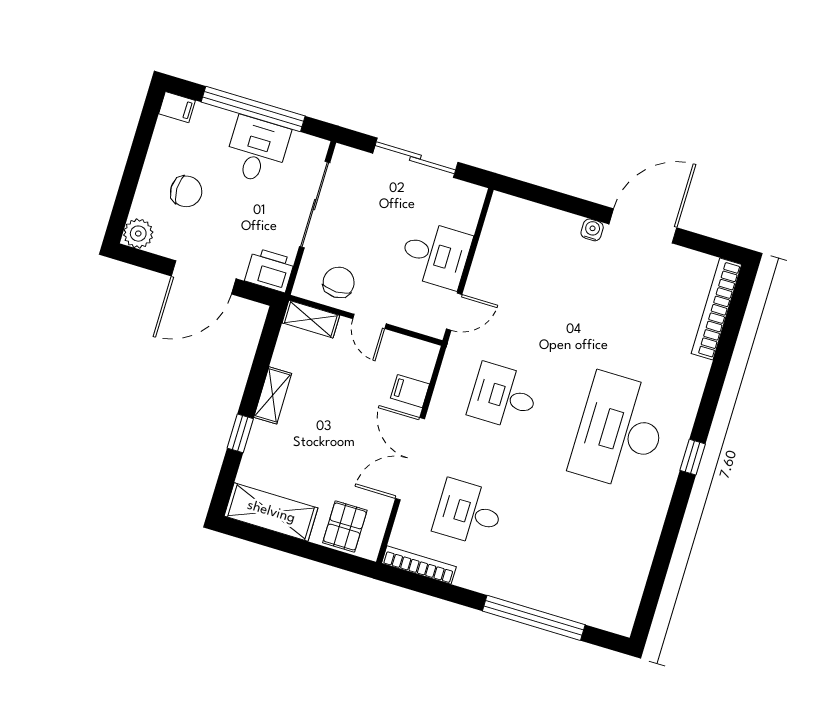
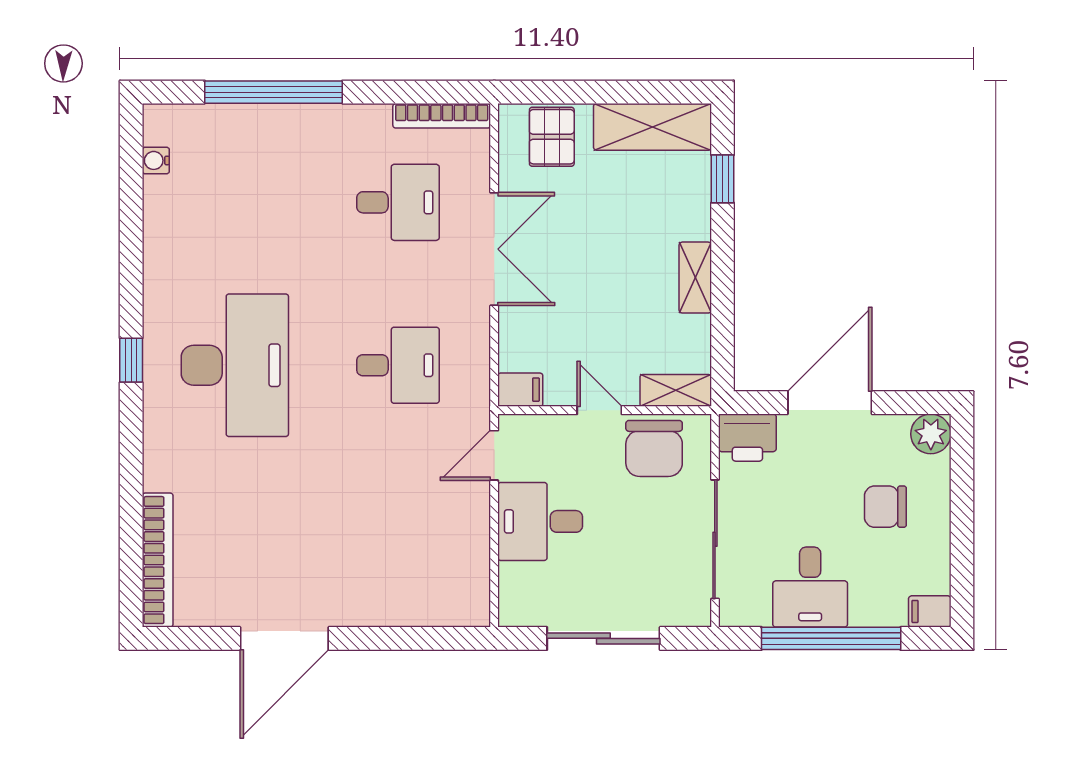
water cooler: (592, 230) -> (156, 160), moved, turned 90
chair: (339, 282) -> (654, 448), width x1.37, depth x1.37
filing cabinet: (410, 391) -> (520, 390), moved
window: (240, 433) -> (722, 179), moved

